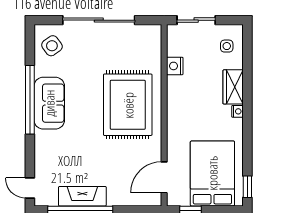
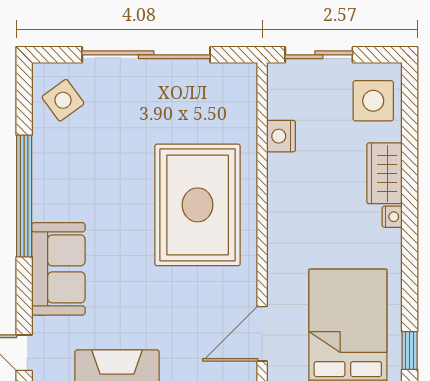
side table: (227, 46) -> (373, 101), width x1.87, depth x1.87
sofa: (49, 103) -> (58, 269), moved

